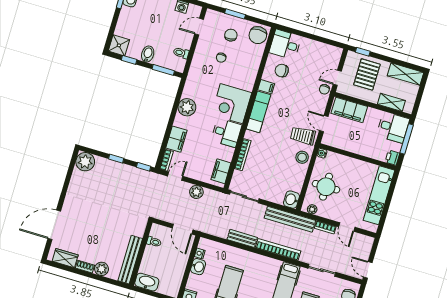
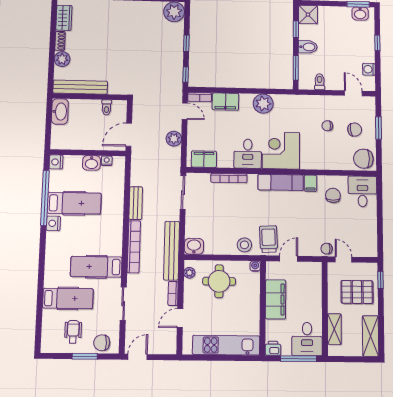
filing cabinet: (349, 110) -> (276, 299), moved, turned 180

